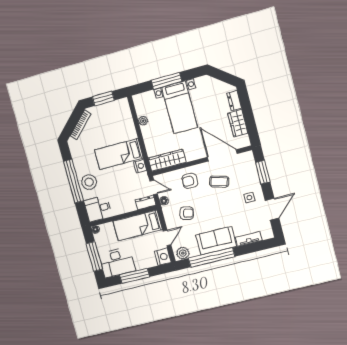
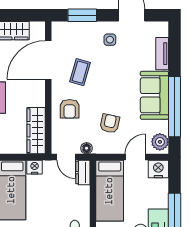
door: (154, 187) -> (66, 157), swing flipped
door: (167, 238) -> (135, 157), hinge flipped

